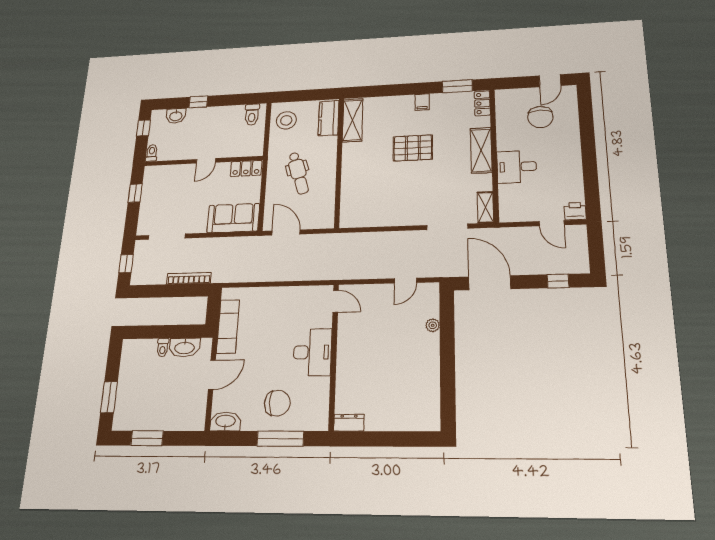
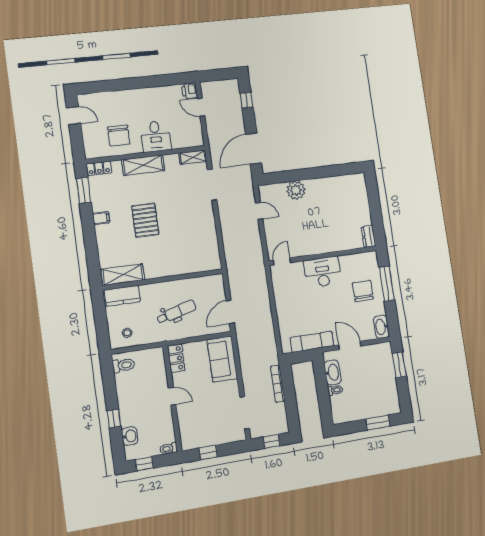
chair: (540, 117) -> (119, 136), moved, turned 90
stool: (286, 120) -> (127, 333), width x0.53, depth x0.53
door: (552, 223) -> (201, 107), swing flipped
plant: (433, 325) -> (296, 190), width x1.88, depth x1.88
window: (147, 438) -> (399, 365), moved

